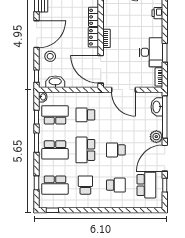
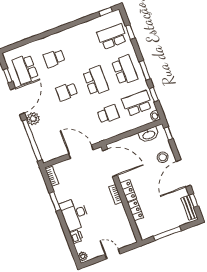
desk: (151, 52) -> (75, 214), moved
washbasin: (157, 107) -> (43, 147), removed
school desk: (55, 115) -> (137, 103), turned 180
school desk: (55, 150) -> (125, 70), turned 90
school desk: (116, 150) -> (67, 92), turned 180
school desk: (85, 185) -> (83, 47), removed

